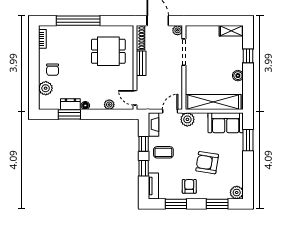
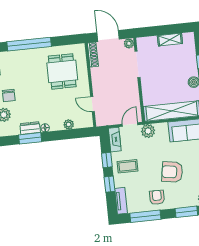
shelving: (231, 31) -> (170, 40), moved
dining table: (108, 51) -> (62, 71), turned 90
bench: (141, 63) -> (96, 80), removed
door: (135, 98) -> (92, 104), moved
window: (176, 204) -> (145, 216), width x1.44

